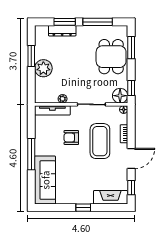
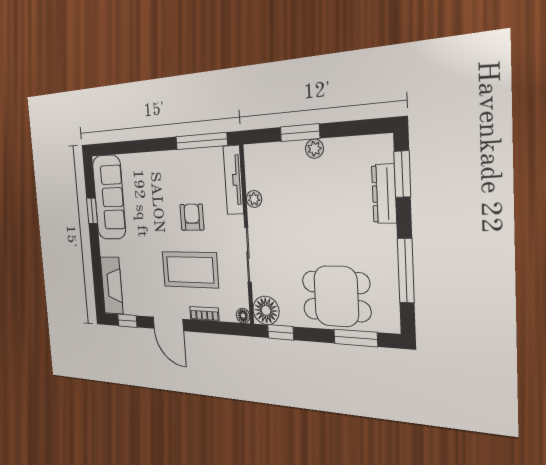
window: (65, 22) -> (402, 174), moved
window: (31, 56) -> (300, 133), moved
plant: (43, 68) -> (314, 149), width x0.53, depth x0.53
window: (31, 154) -> (201, 141), moved
sofa: (45, 180) -> (109, 197), moved, turned -90
window: (83, 208) -> (92, 211), moved

